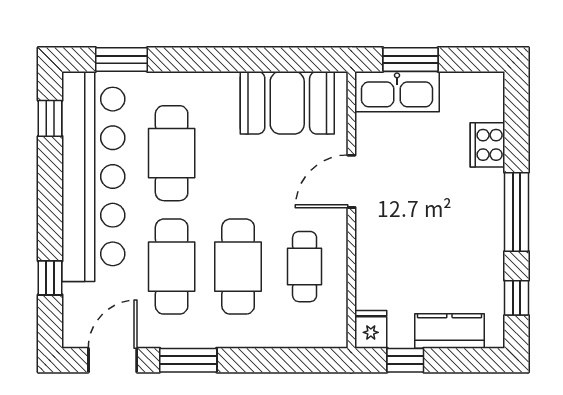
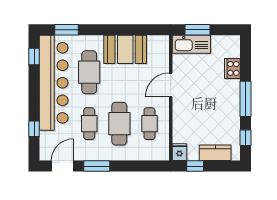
booth: (287, 103) -> (125, 49), moved
cafe table: (172, 267) -> (89, 124), width x0.73, depth x0.74

